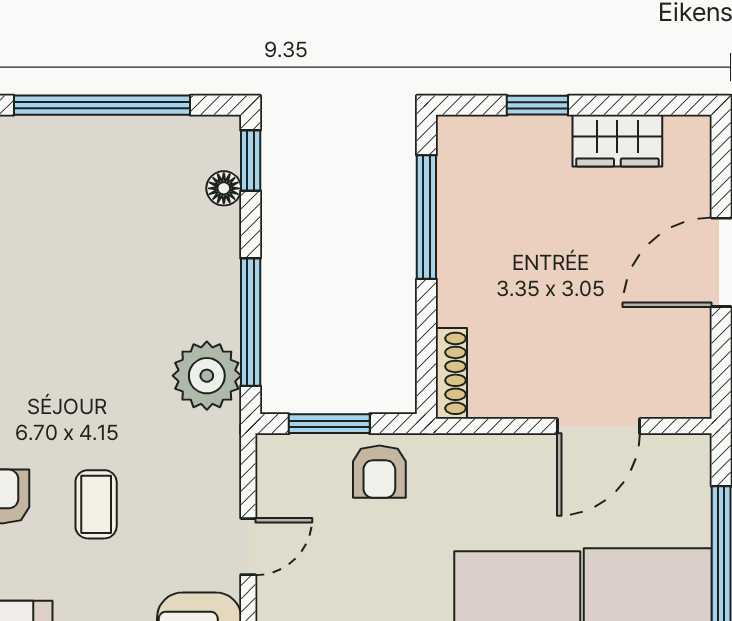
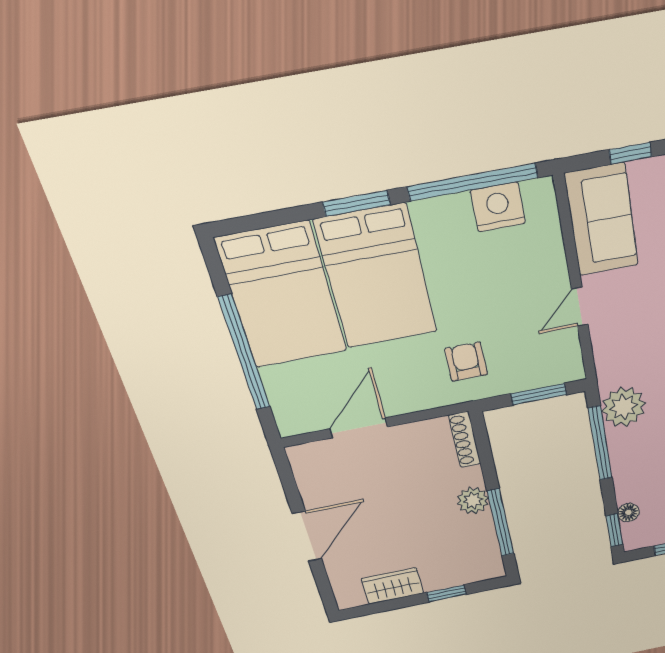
plant: (461, 267) -> (473, 501), added
armchair: (379, 472) -> (466, 362), moved

